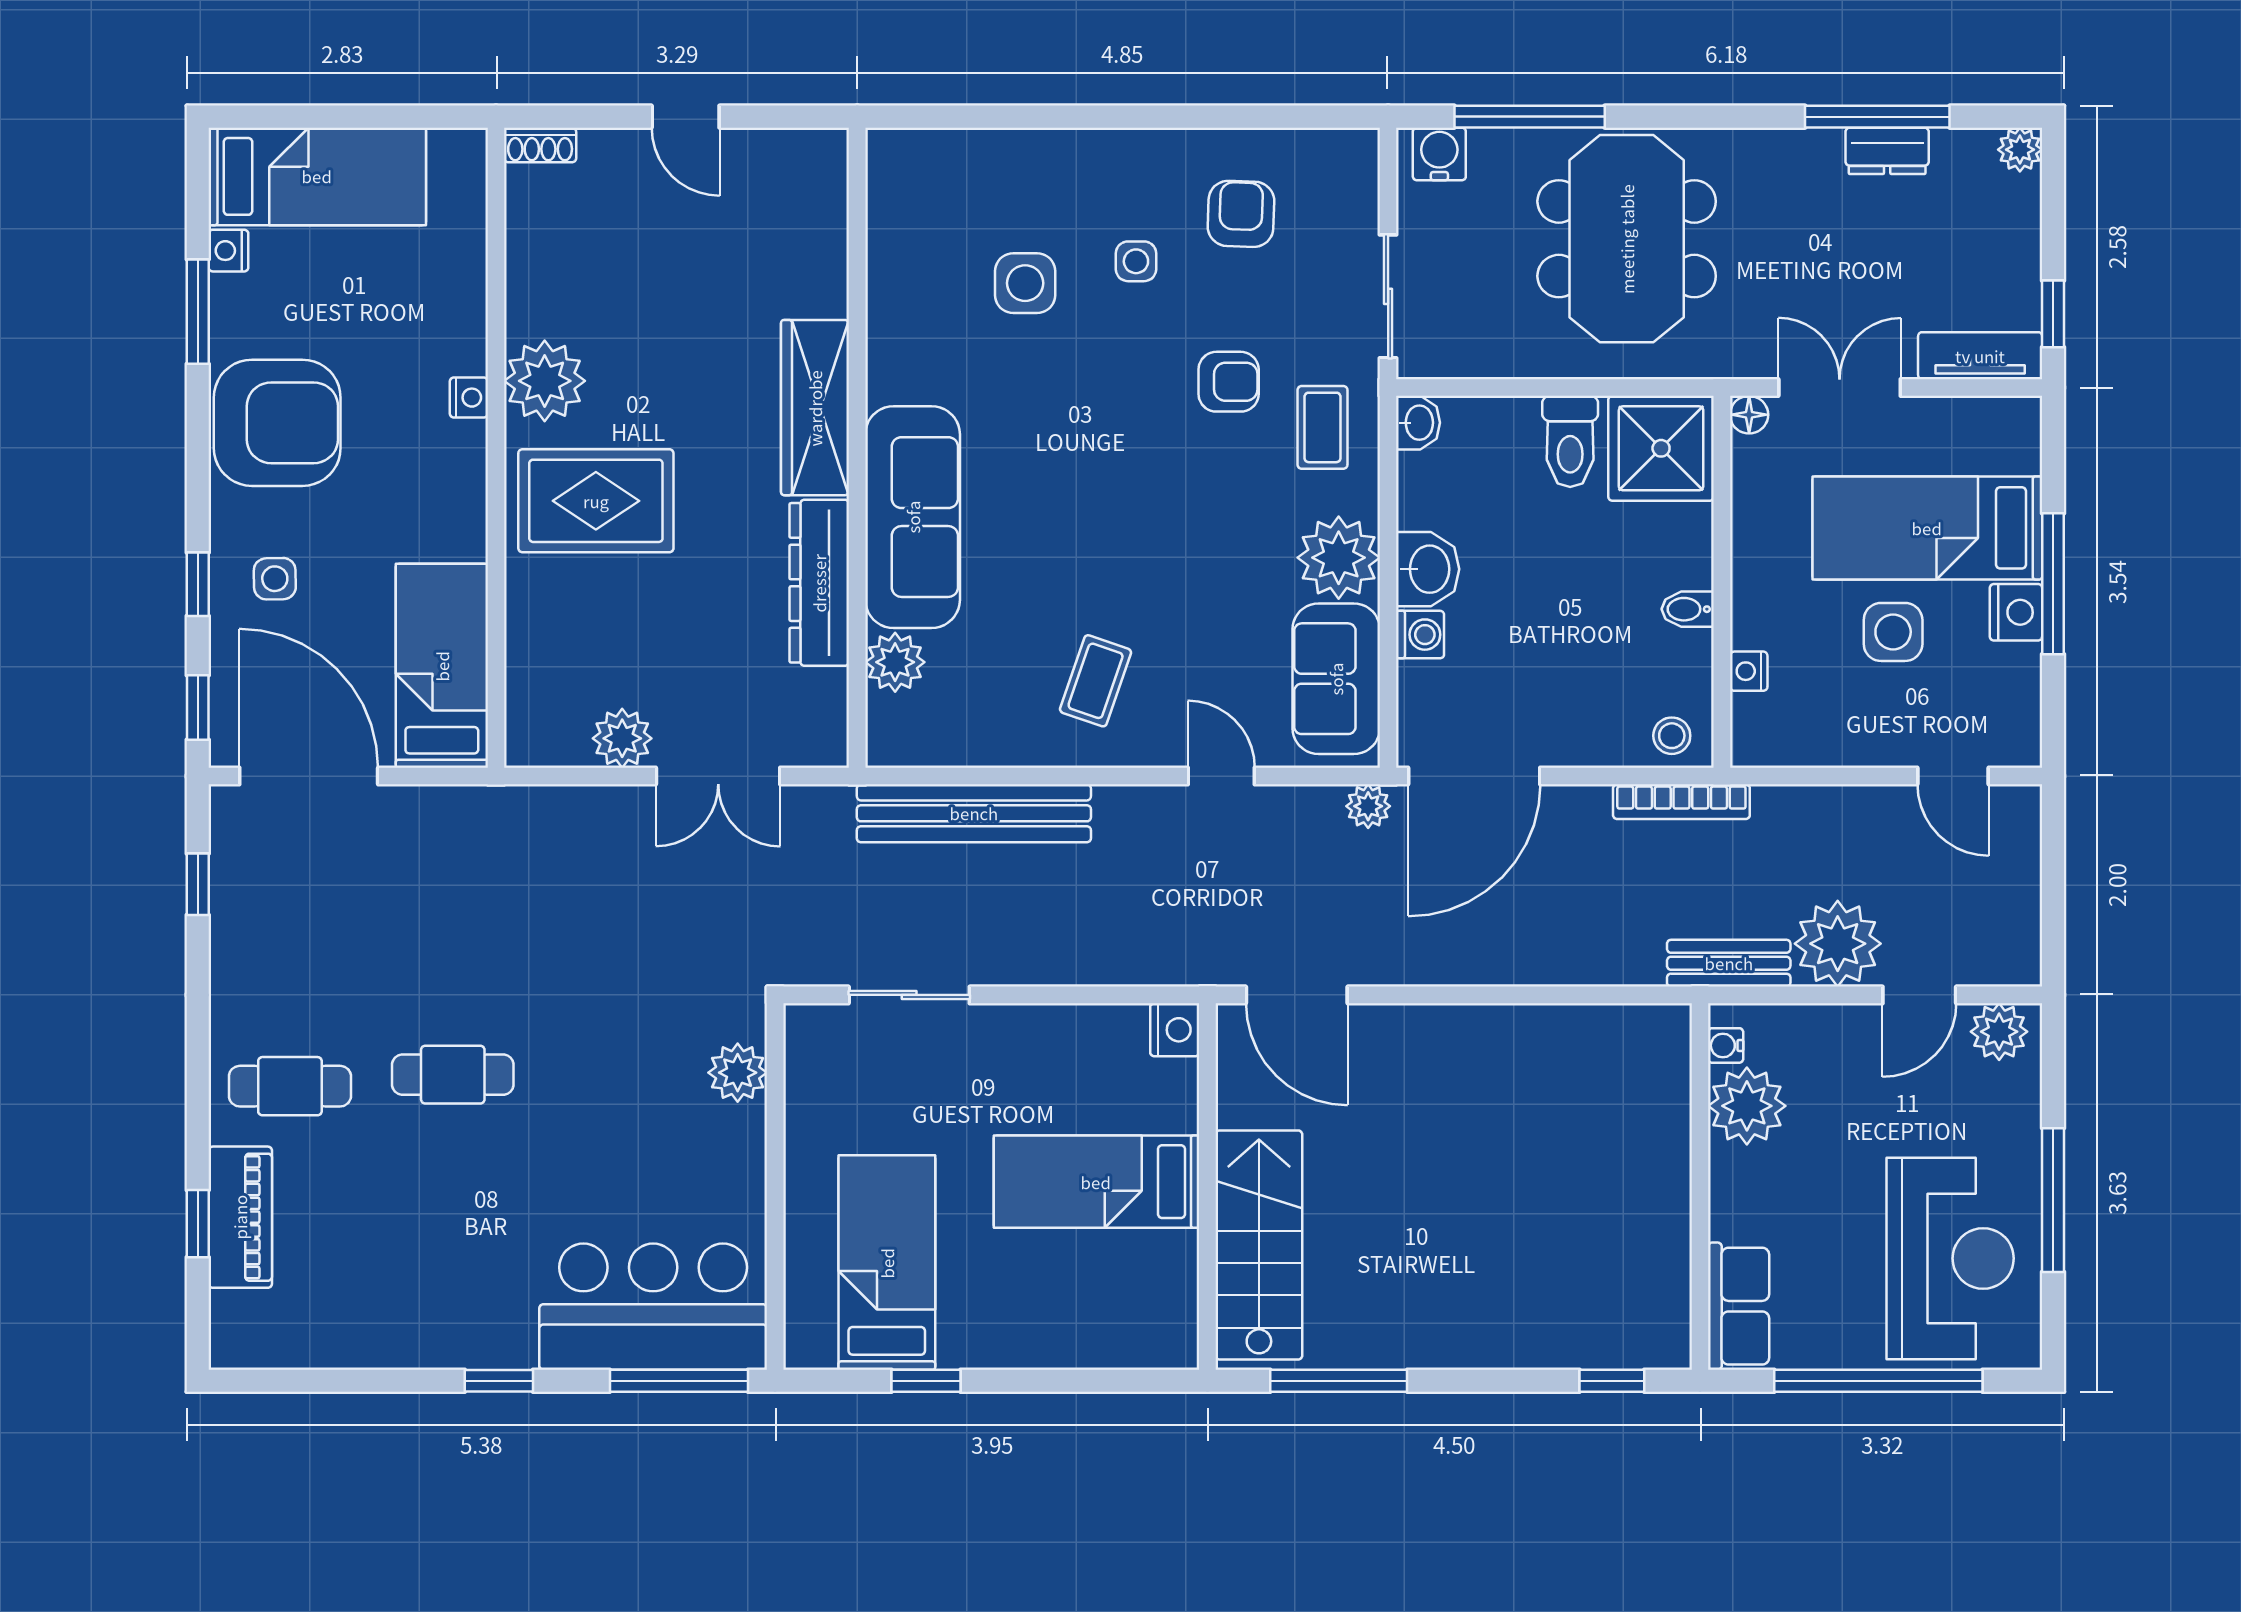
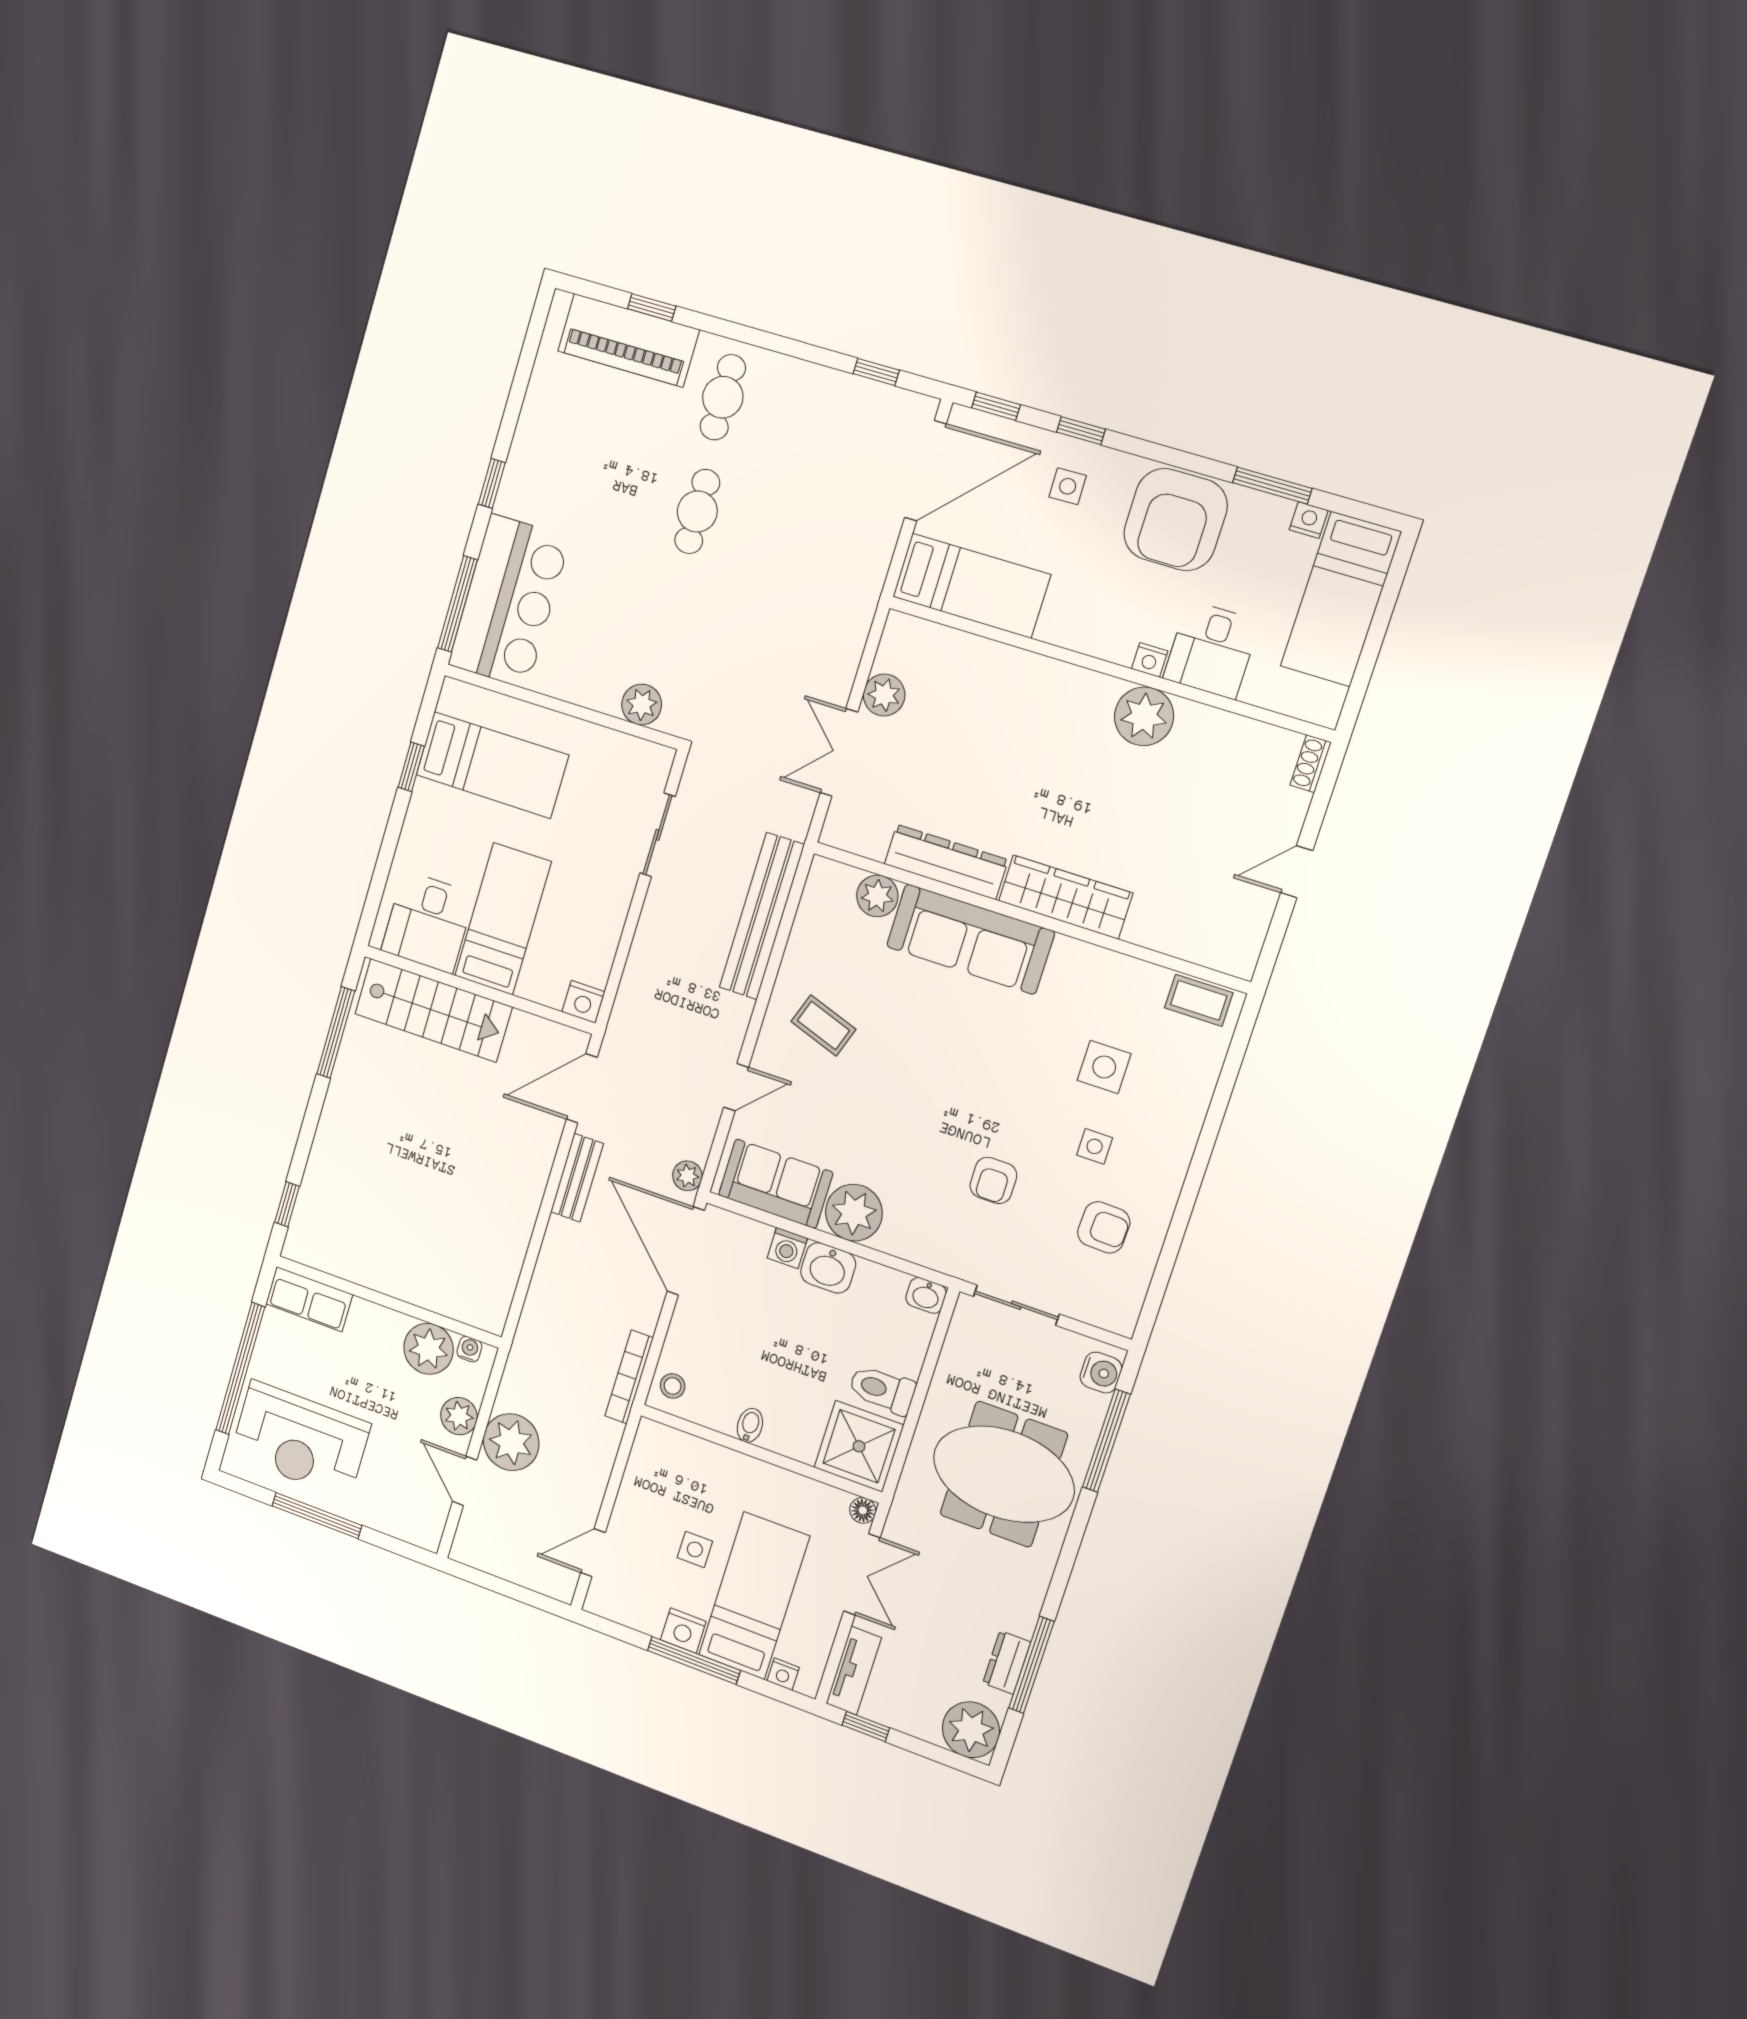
plant: (2020, 150) -> (971, 1730), width x1.88, depth x1.88
desk: (432, 321) -> (1211, 650), added
coffee table: (1322, 427) -> (1199, 1000), moved
rug: (596, 501) -> (1050, 727), removed
side table: (1893, 632) -> (695, 1549), width x0.73, depth x0.73
nightstand: (1749, 671) -> (783, 1674), moved, turned 180
bench: (1729, 963) -> (577, 1178), moved
plant: (1999, 1032) -> (459, 1416), moved
piano: (240, 1217) -> (628, 340), width x1.37, depth x1.33
desk: (1136, 1290) -> (428, 922), added

